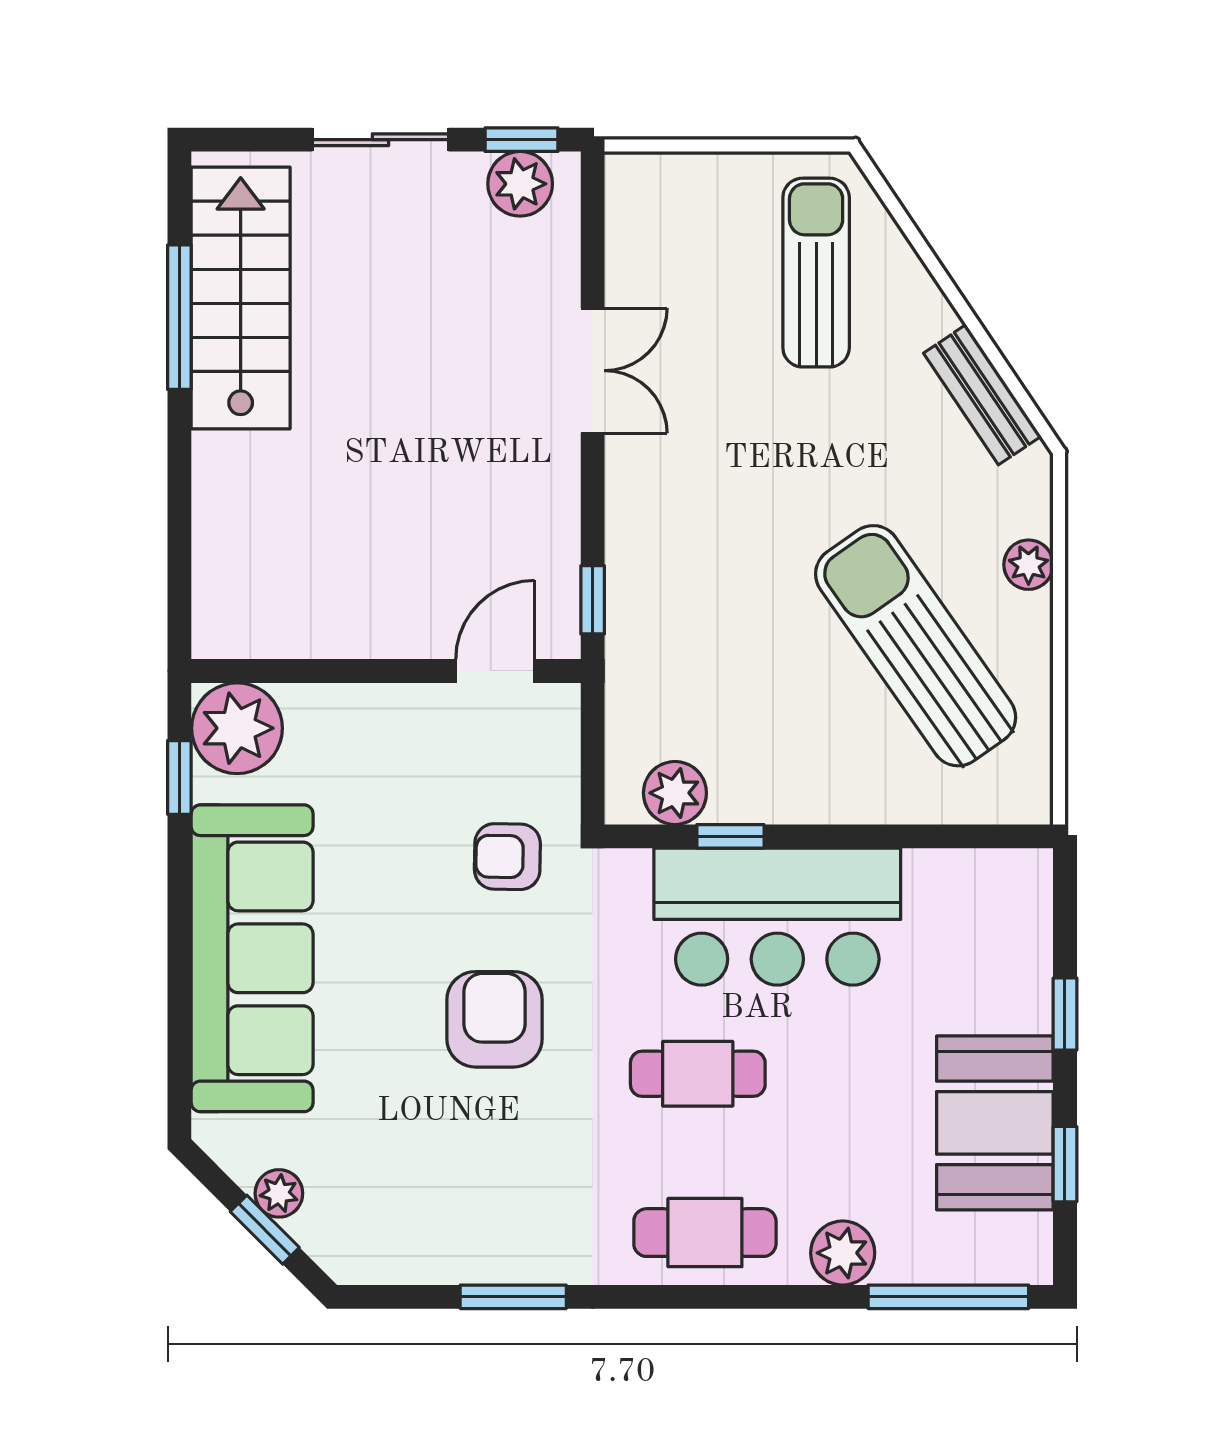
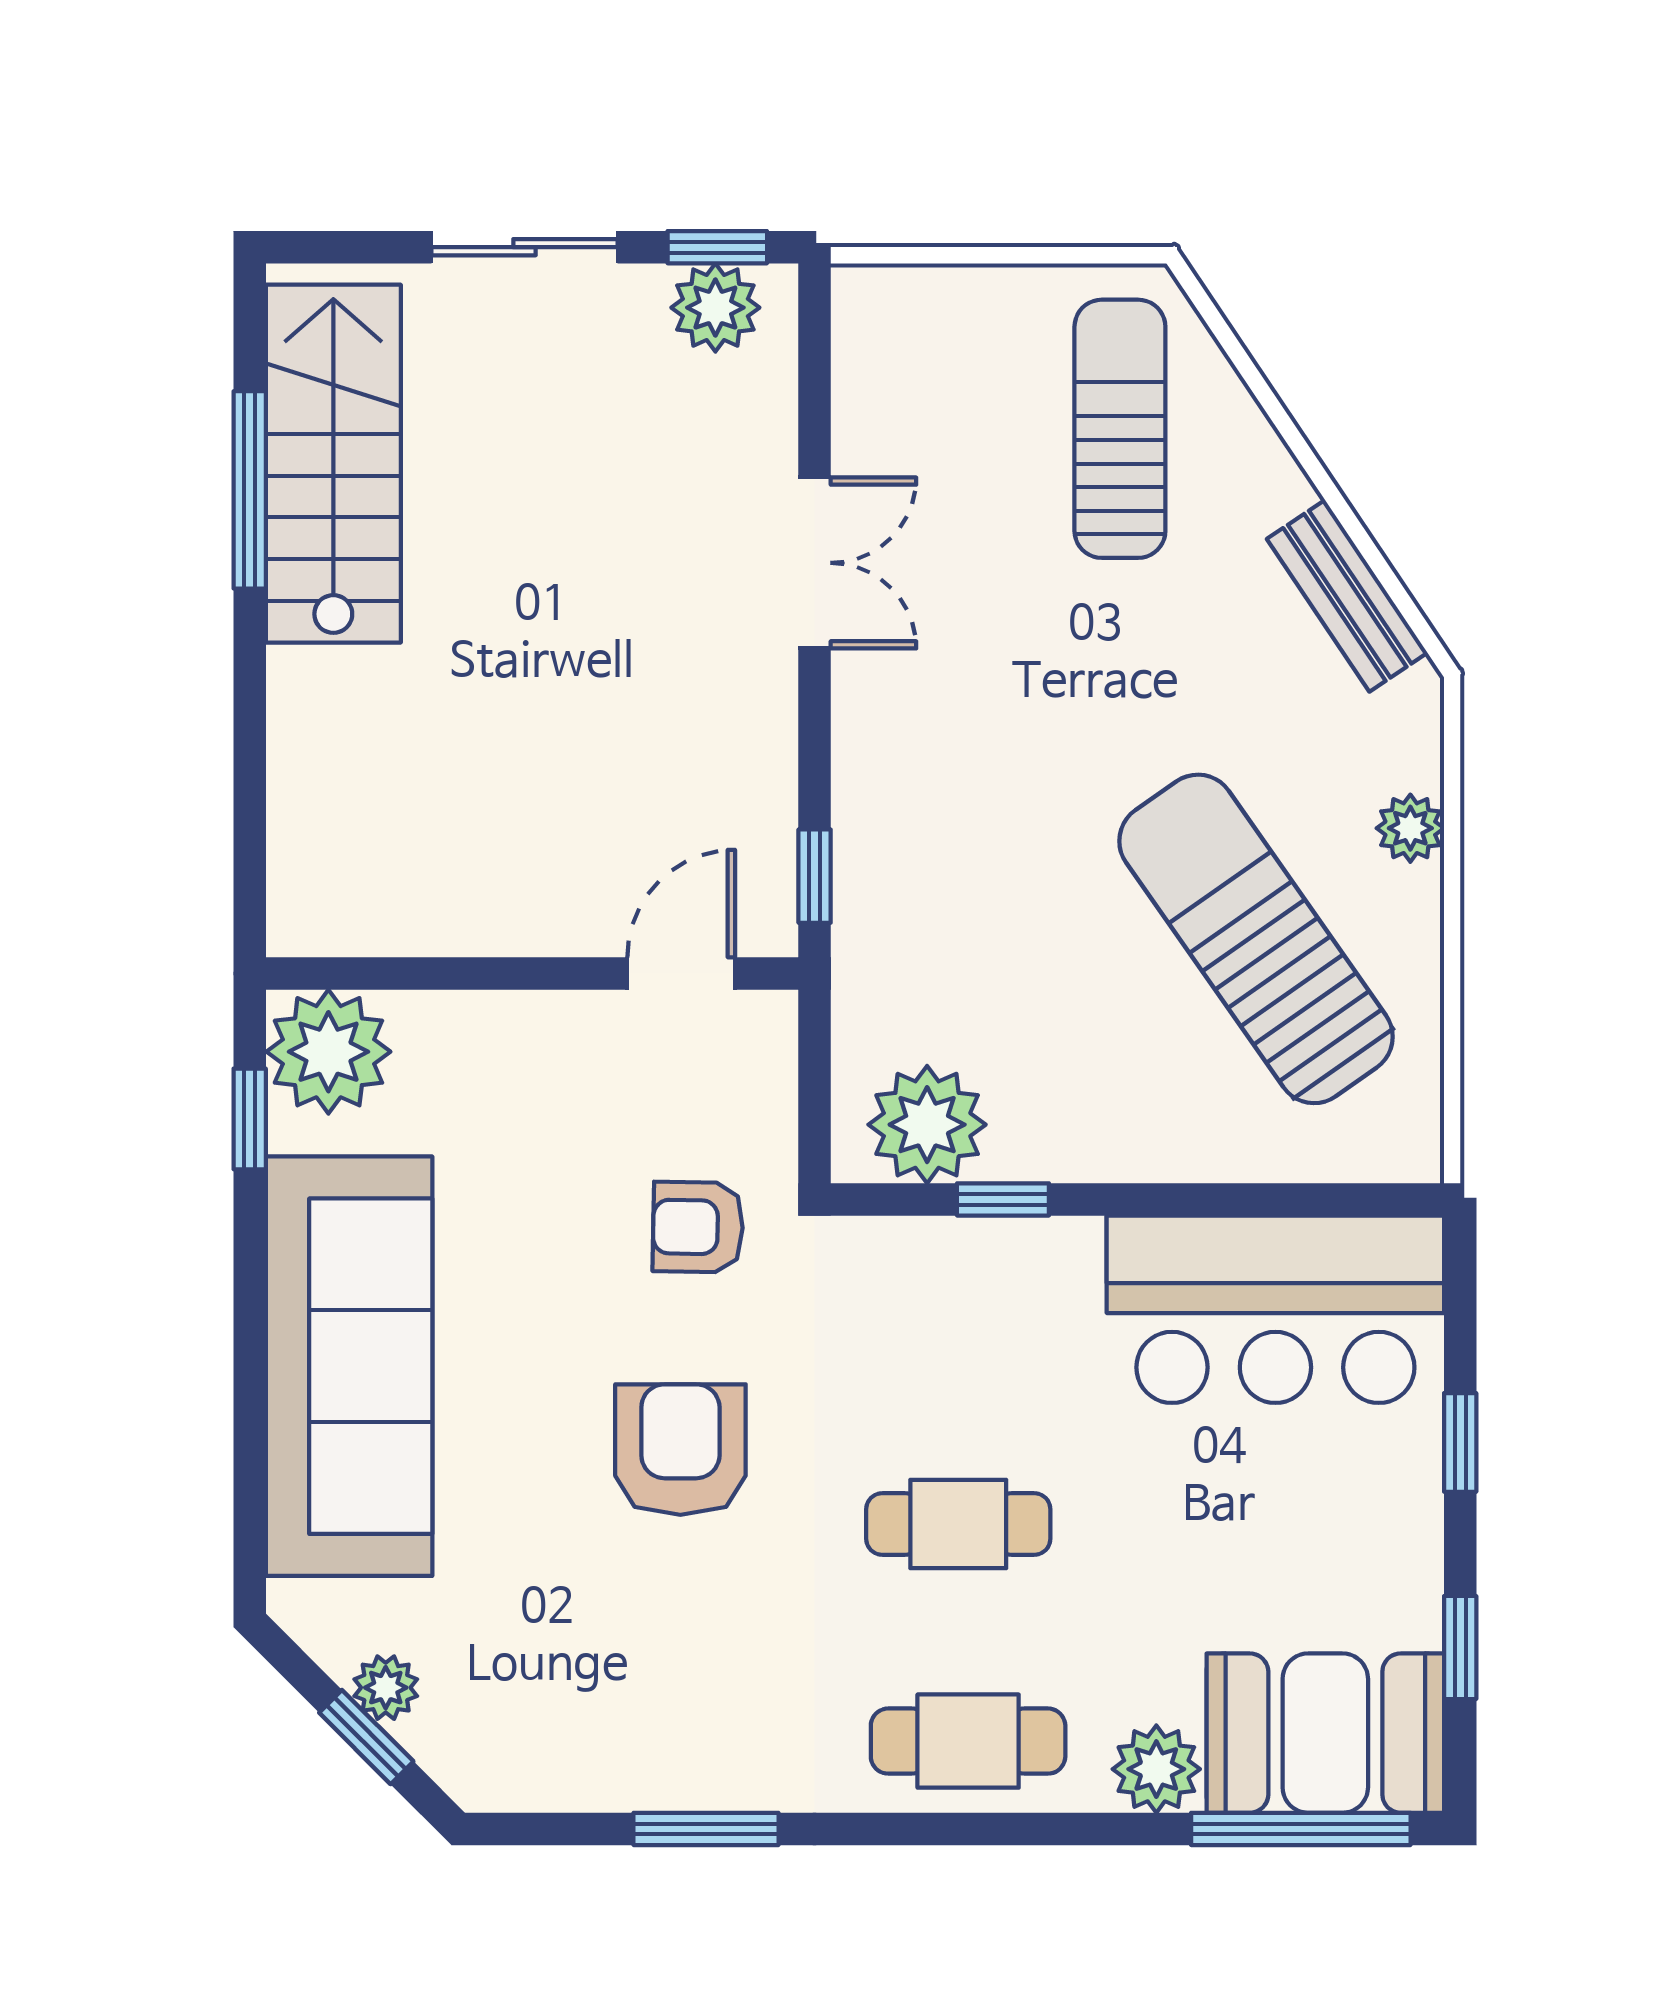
plant: (675, 793) -> (927, 1125), width x1.36, depth x1.36
bar counter: (777, 917) -> (1275, 1309), moved
booth: (995, 1123) -> (1325, 1733), moved, turned 90

